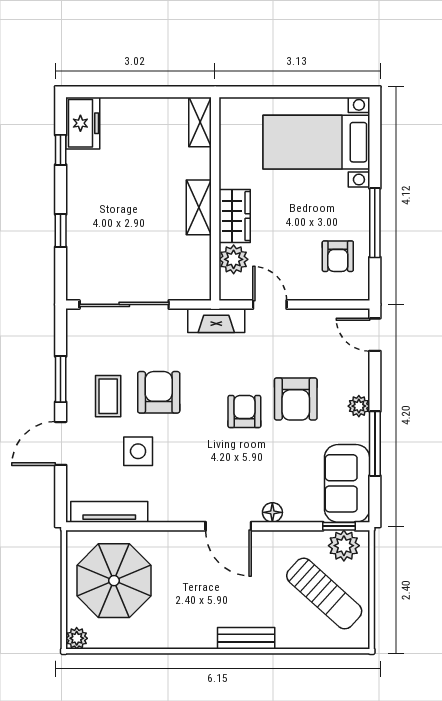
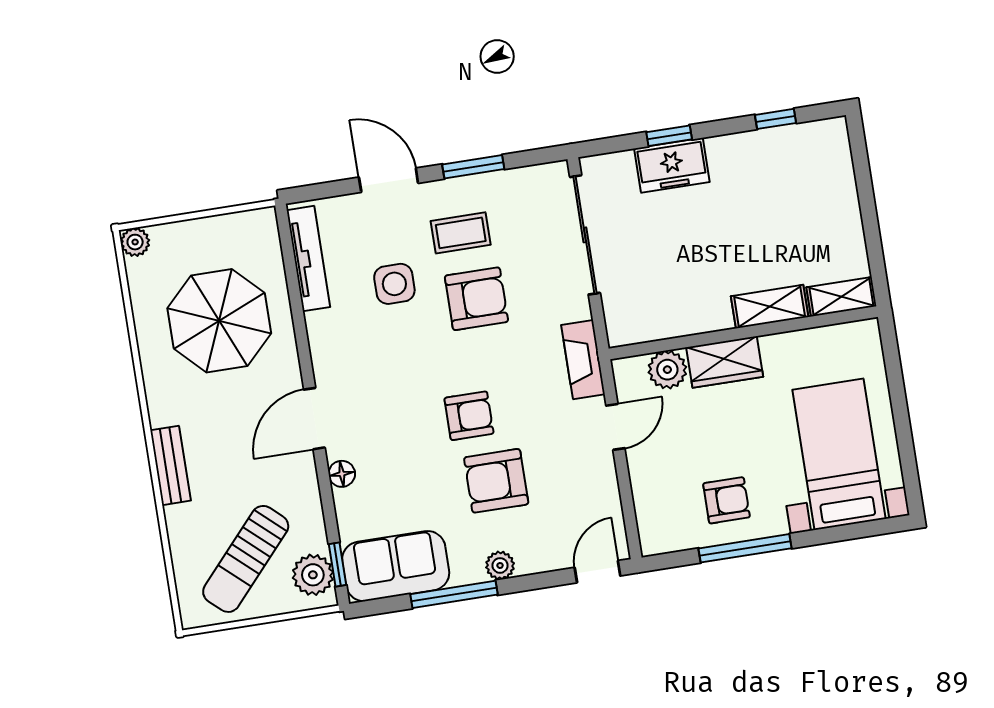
freezer: (83, 123) -> (672, 165), moved
shelving: (199, 207) -> (770, 307), moved
armchair: (338, 256) -> (726, 500), moved, turned 180
parasol: (114, 581) -> (219, 321), moved

